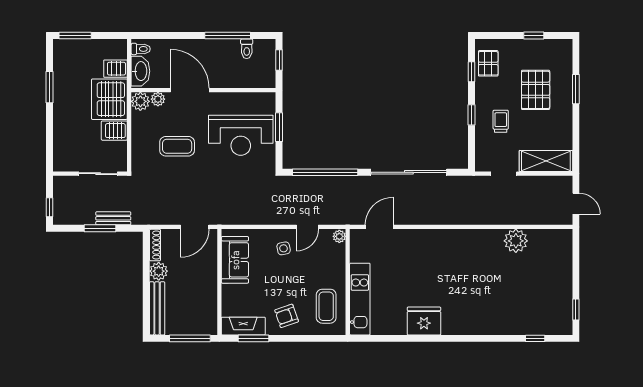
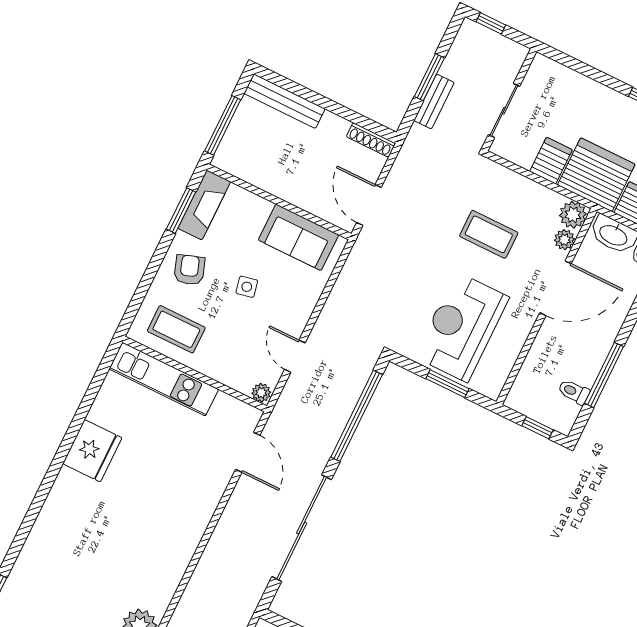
coffee table: (177, 146) -> (489, 234), turned 90
side table: (284, 248) -> (247, 287), moved
plant: (159, 271) -> (333, 128), removed

